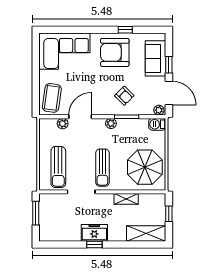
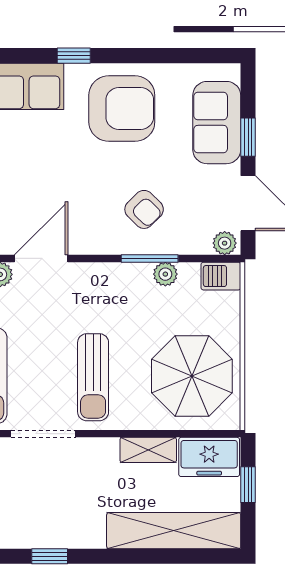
window: (125, 30) -> (74, 56), moved
armchair: (115, 52) -> (122, 109), turned 180
plant: (111, 123) -> (165, 274), moved
freezer: (94, 233) -> (209, 457), moved, turned 180
shelving: (146, 233) -> (174, 531), width x1.47
window: (94, 244) -> (50, 556), moved

